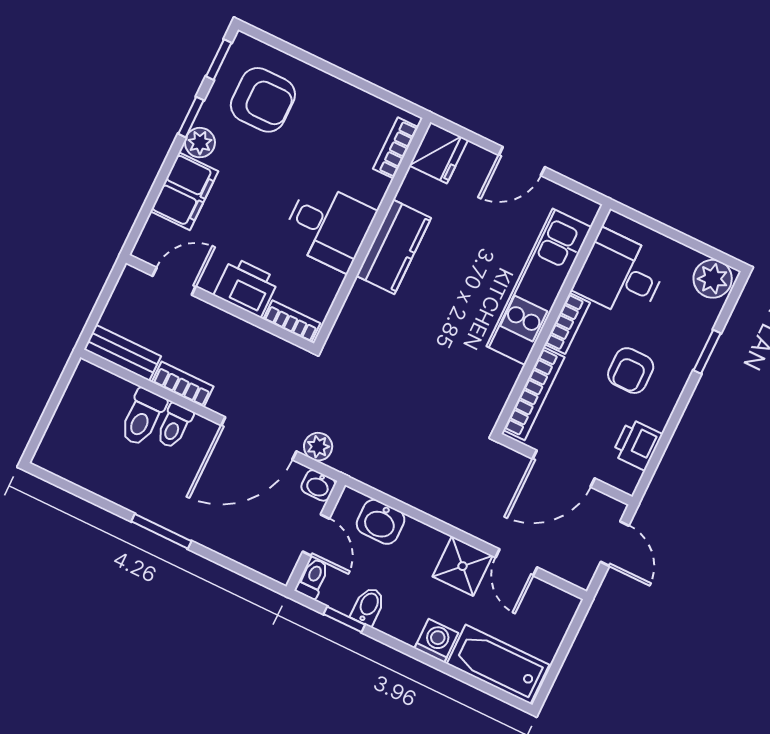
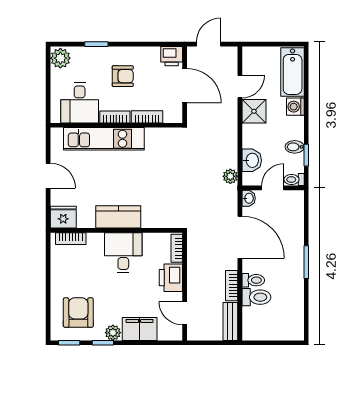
bookcase: (534, 394) -> (147, 117), width x0.64
printer: (637, 444) -> (172, 56), moved
plant: (318, 447) -> (230, 176), moved

